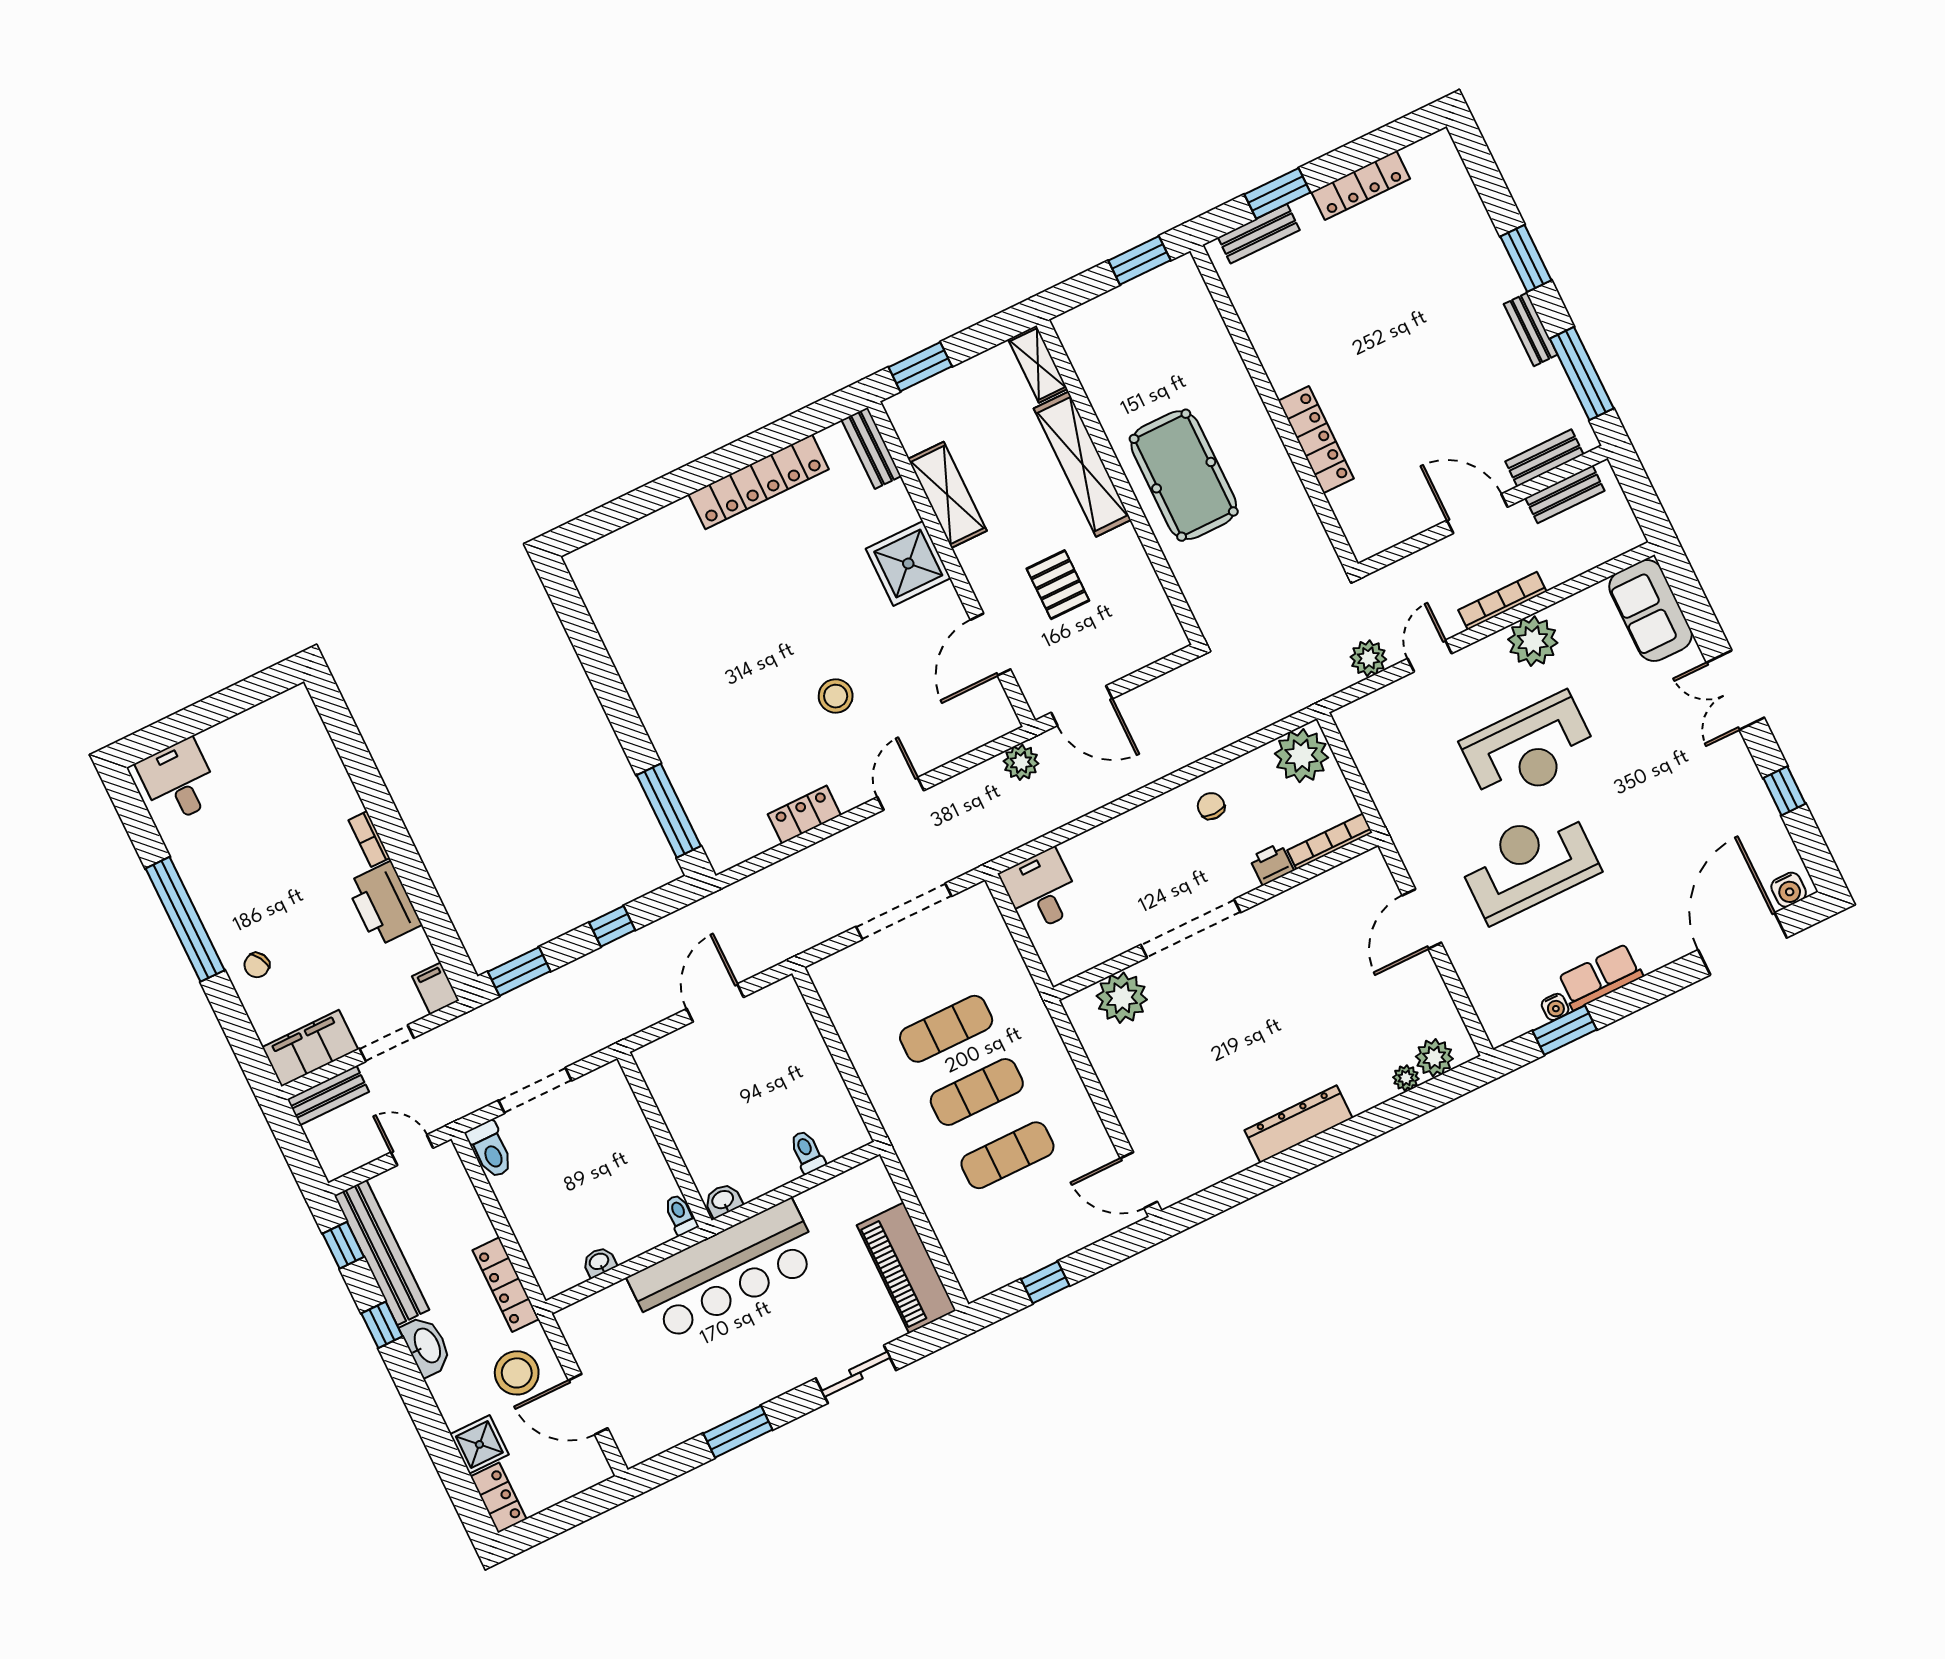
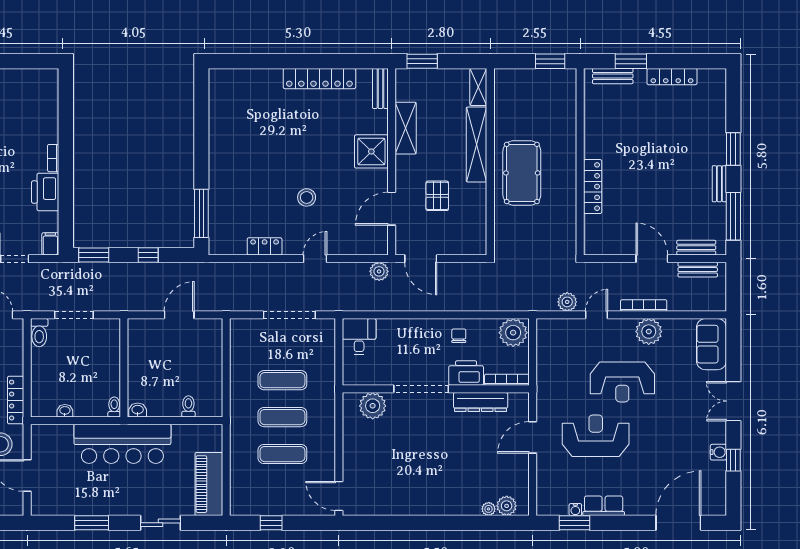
printer: (1272, 864) -> (466, 373), width x1.87, depth x1.48
water cooler: (1789, 890) -> (718, 452), moved, turned -90
dresser: (1299, 1124) -> (481, 402), moved, turned 180

